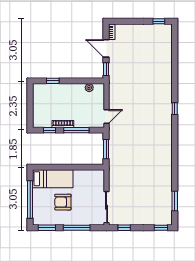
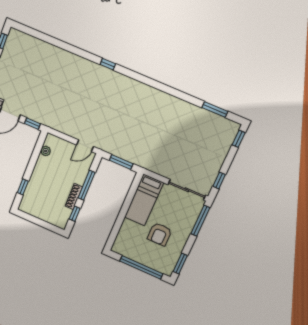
door: (107, 117) -> (85, 146), swing flipped
bed: (53, 179) -> (144, 200), moved, turned 180
window: (77, 228) -> (200, 221), moved

